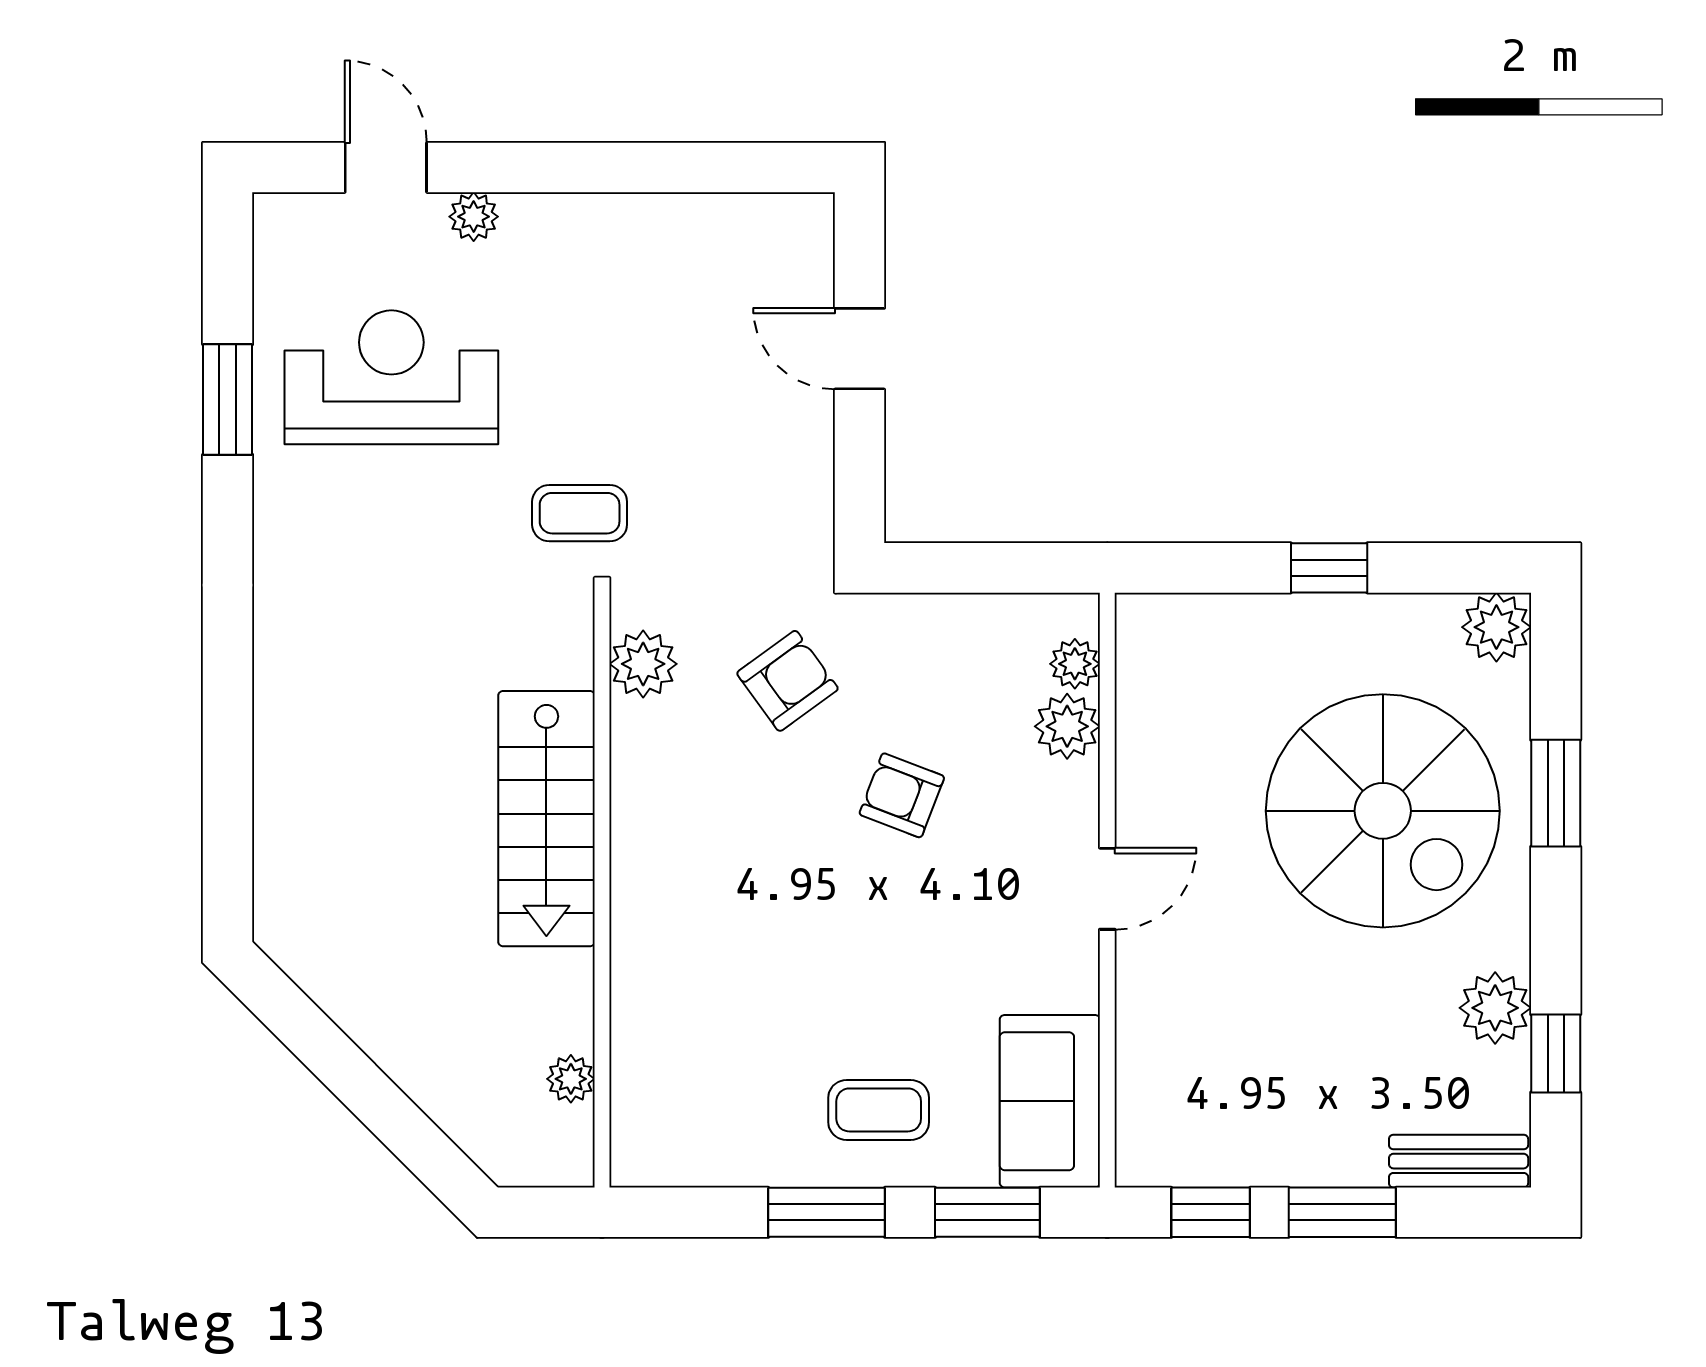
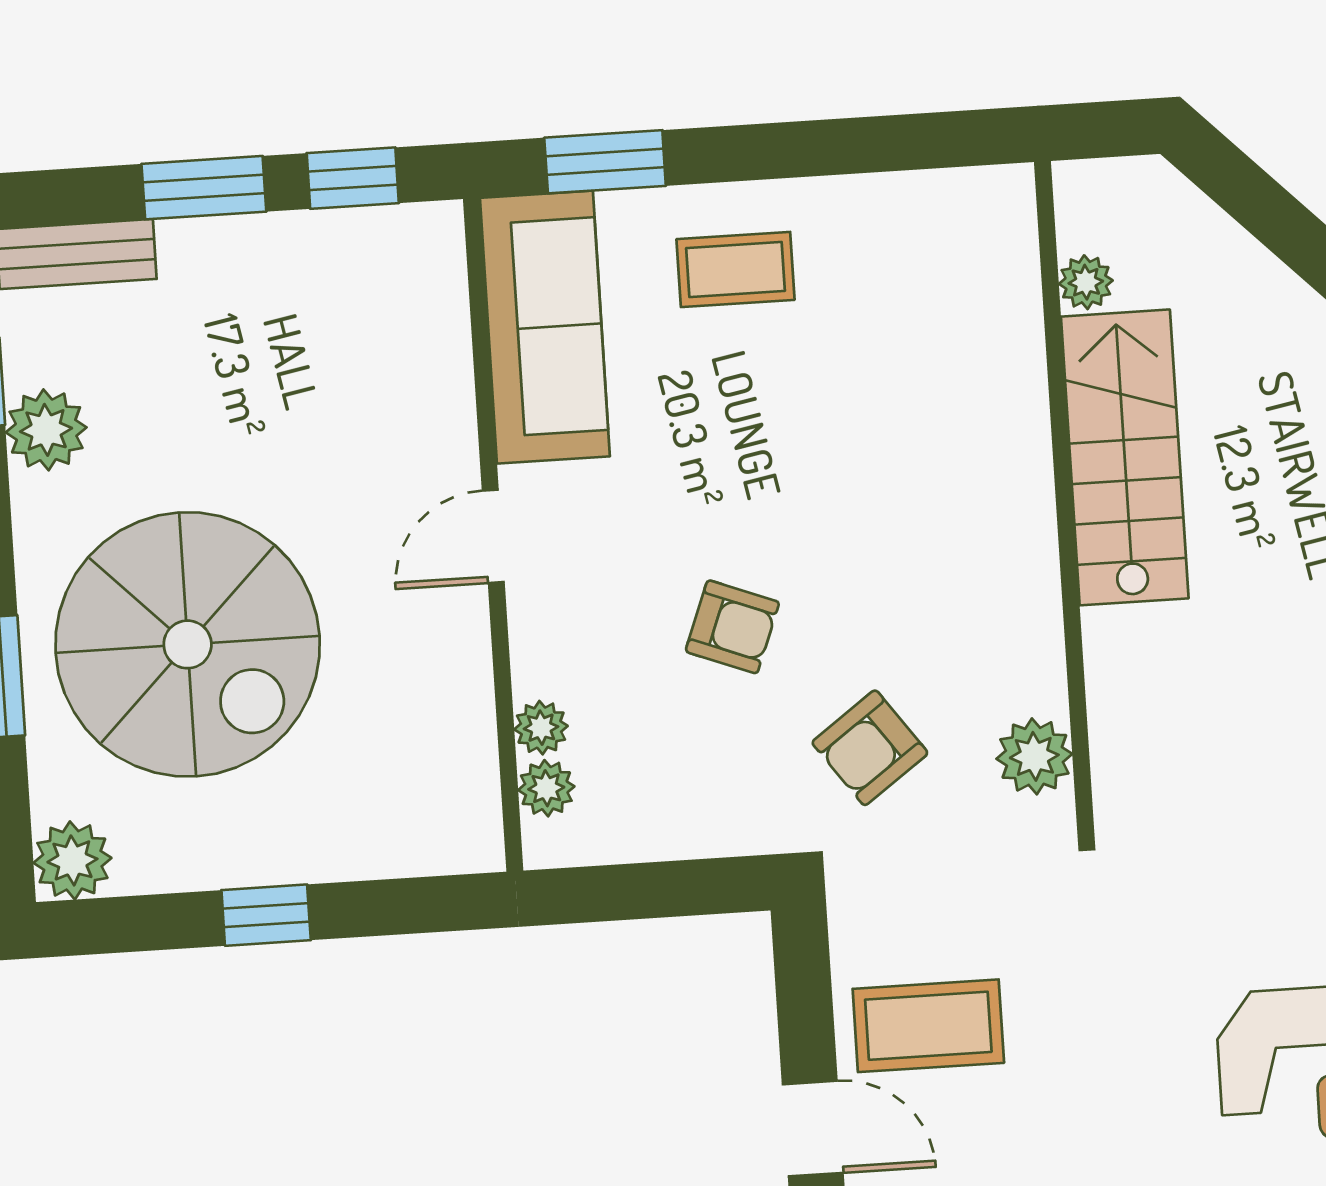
coffee table: (580, 513) -> (928, 1026), moved, width x1.36, depth x1.30
plant: (1067, 726) -> (541, 728), width x0.73, depth x0.73
spiral stairs: (1383, 811) -> (188, 644), turned 180
stairs: (546, 819) -> (1125, 457), moved
sofa: (1050, 1101) -> (545, 327), width x1.36
window: (827, 1212) -> (787, 150), removed

